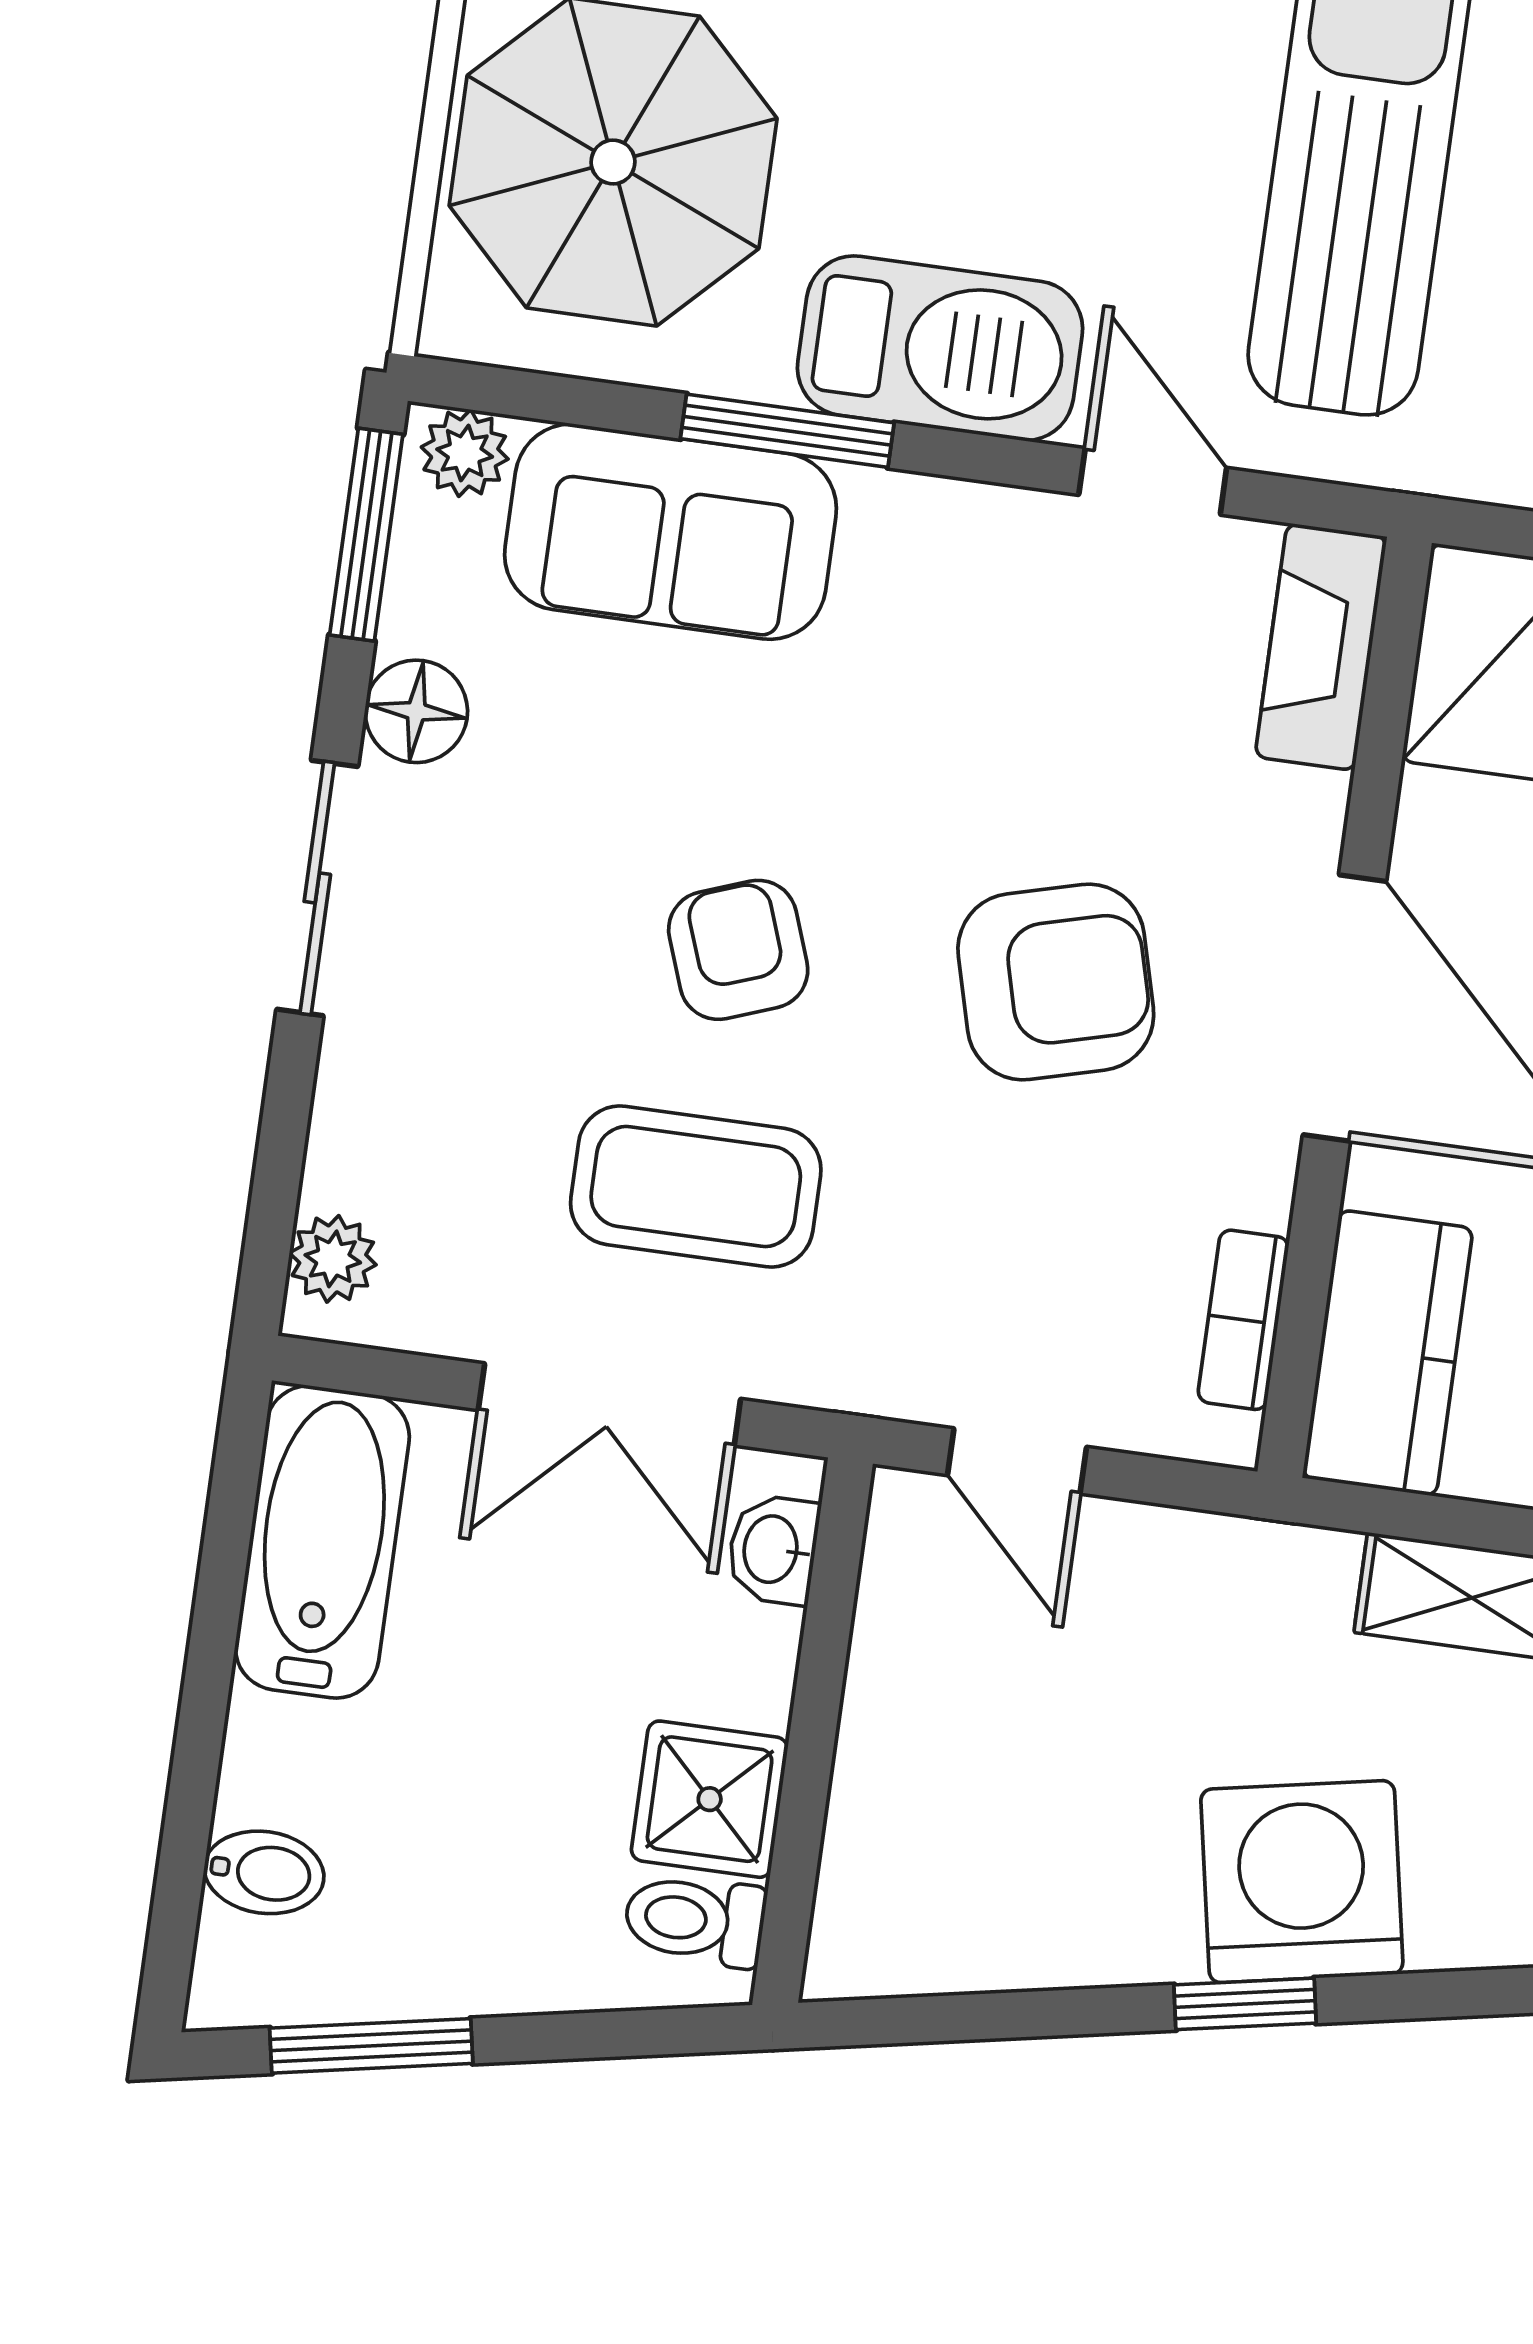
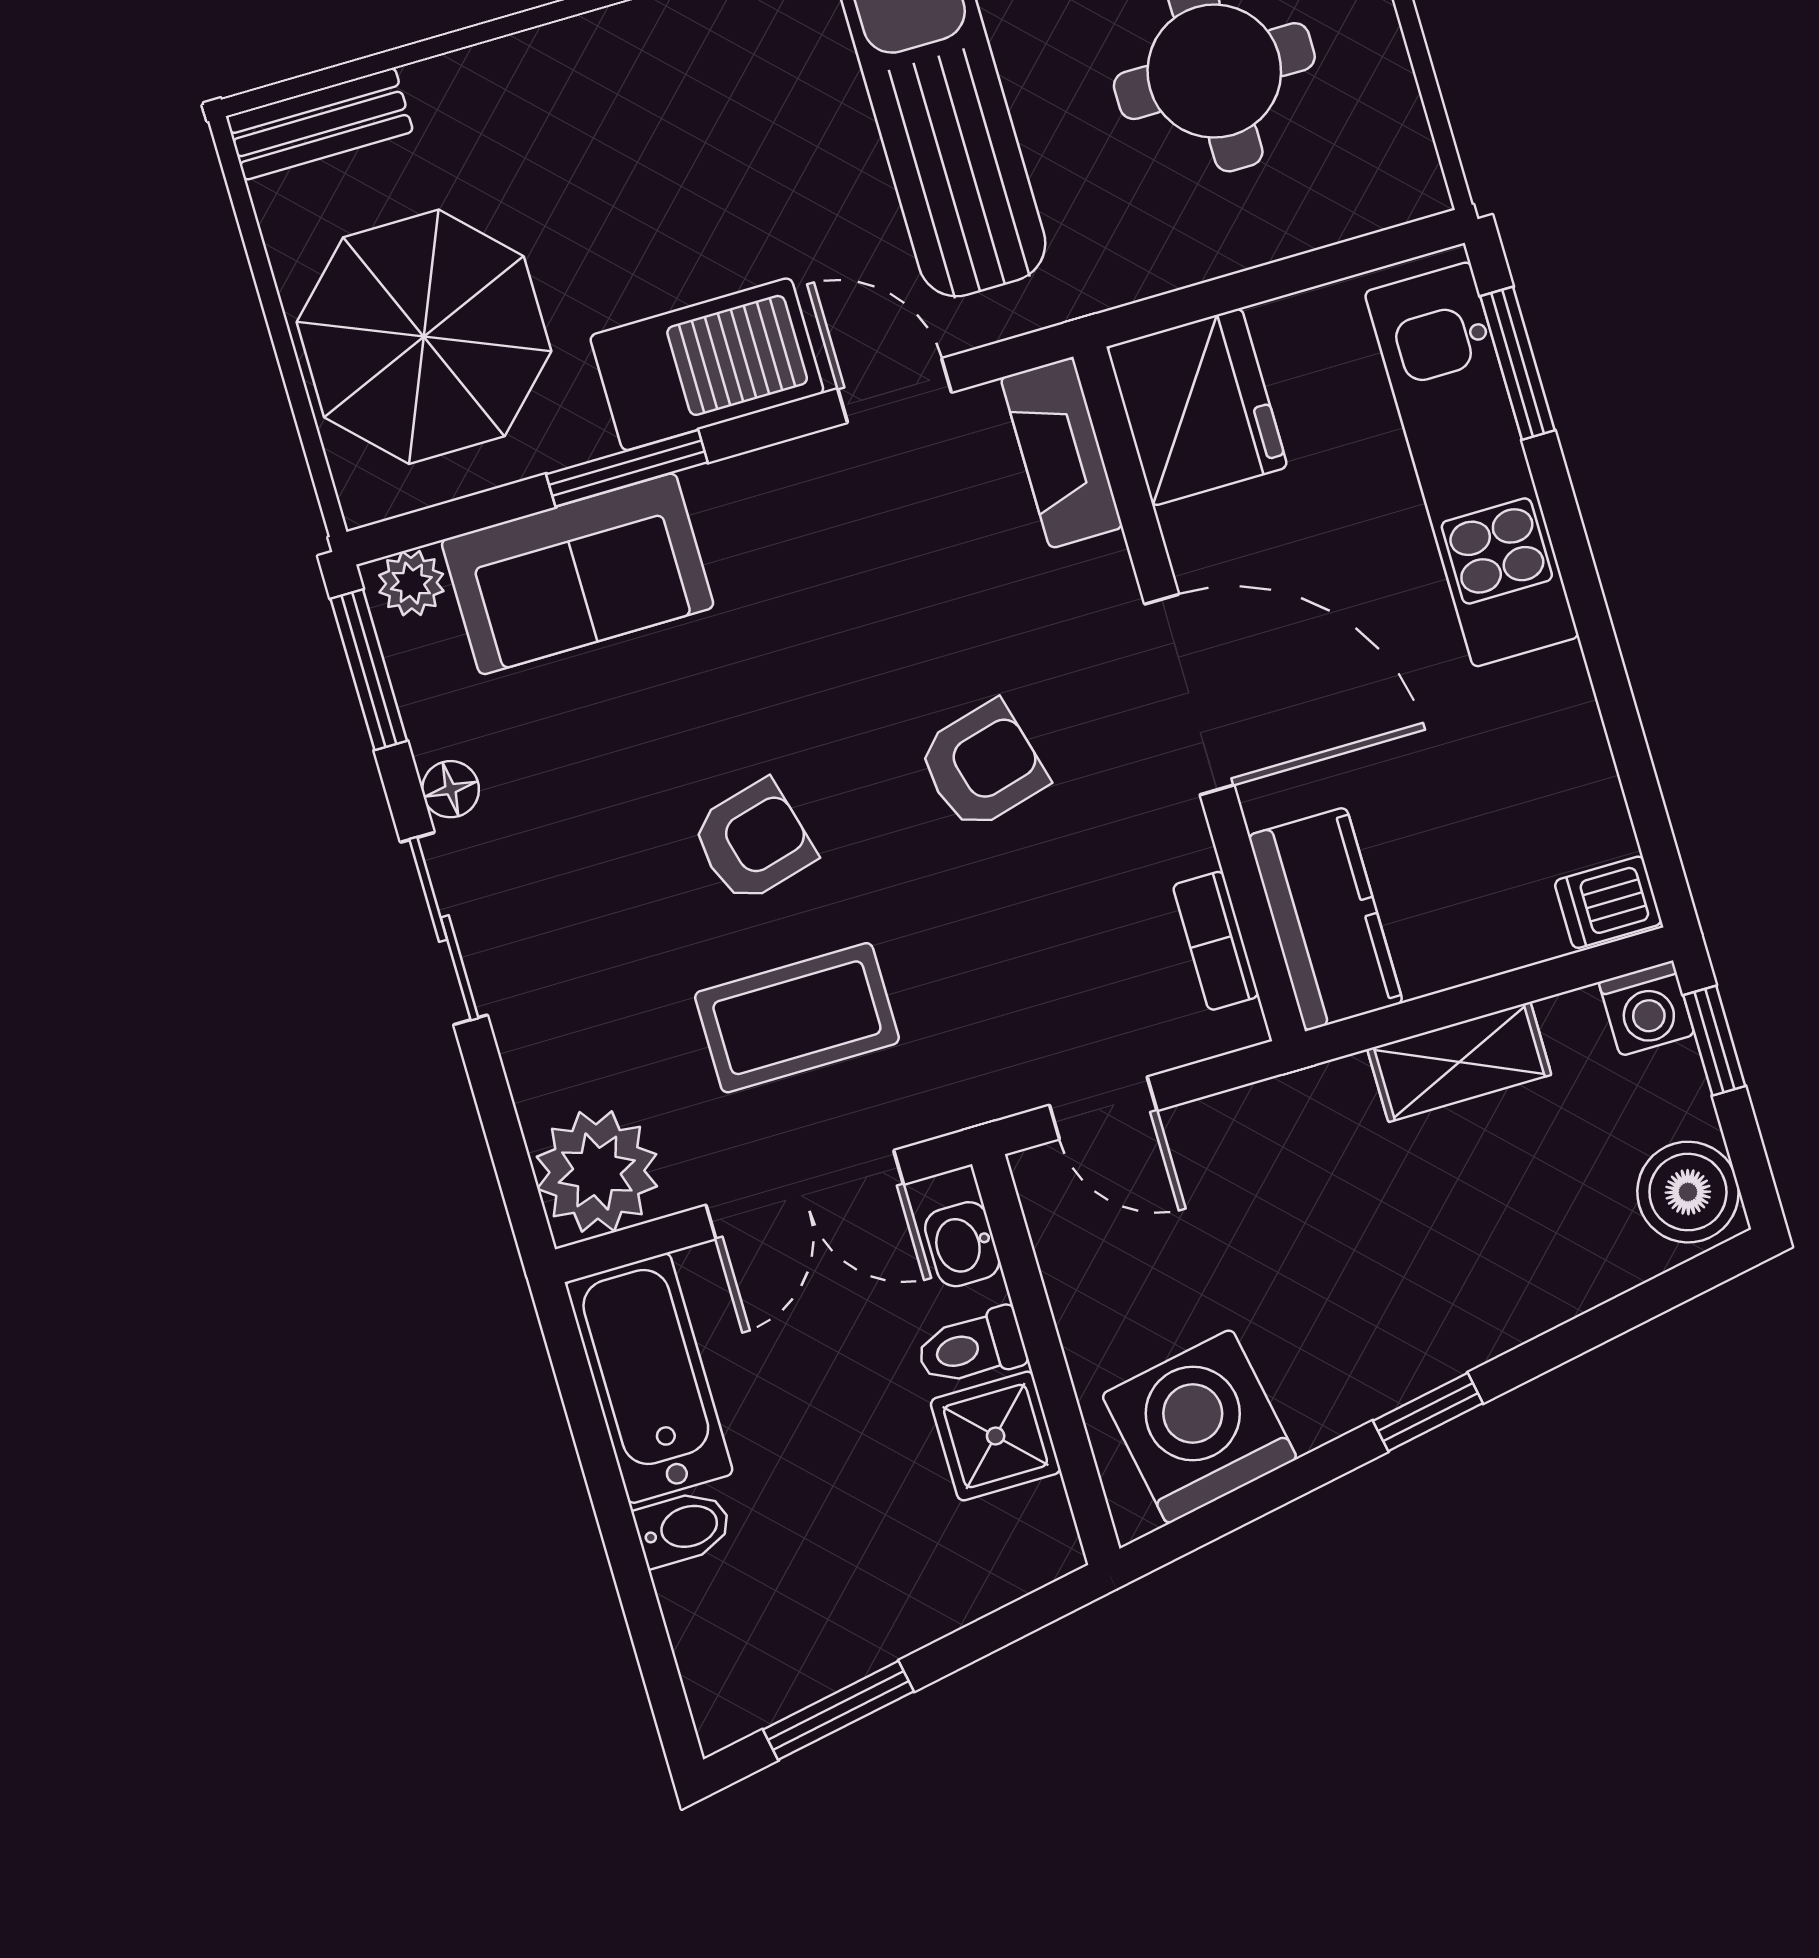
floor lamp: (416, 711) -> (451, 789), width x0.73, depth x0.73
armchair: (738, 950) -> (753, 841), turned 95
armchair: (1056, 982) -> (982, 766), width x0.72, depth x0.72
plant: (333, 1259) -> (597, 1172), width x1.88, depth x1.88
bidet: (264, 1872) -> (683, 1528), moved
washing machine: (1302, 1882) -> (1199, 1427), moved
toilet: (695, 1920) -> (971, 1347), moved

